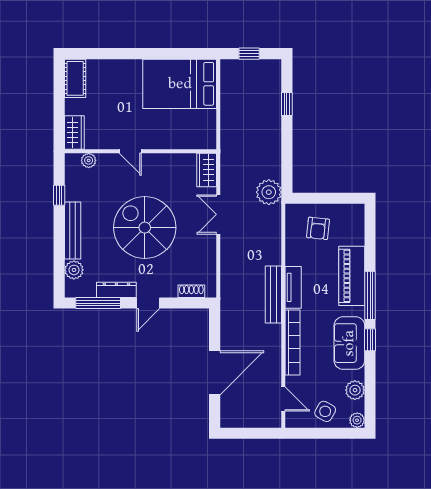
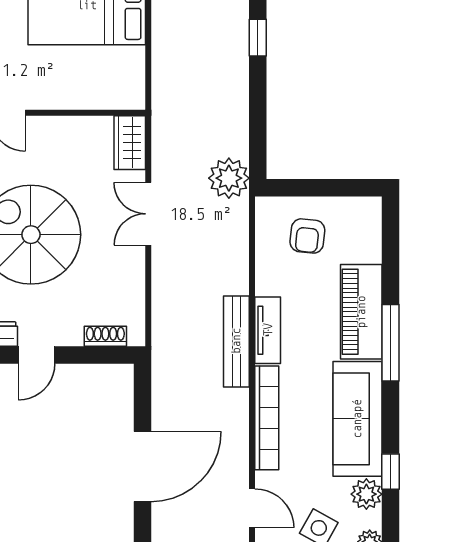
window: (370, 340) -> (390, 472), moved
sofa: (349, 343) -> (357, 419), width x1.36

